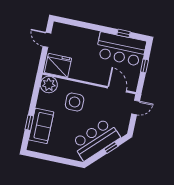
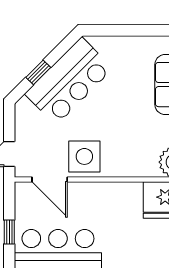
side table: (75, 102) -> (84, 156), moved

